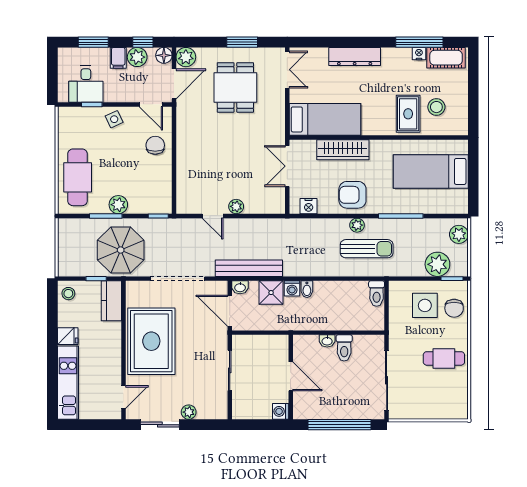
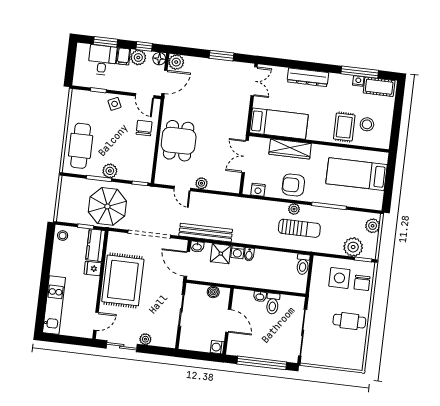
desk: (86, 84) -> (102, 60), moved, turned 180
dining table: (235, 87) -> (179, 141), moved
fridge: (68, 336) -> (93, 269), moved, turned 180
boiler: (267, 342) -> (213, 292), added

